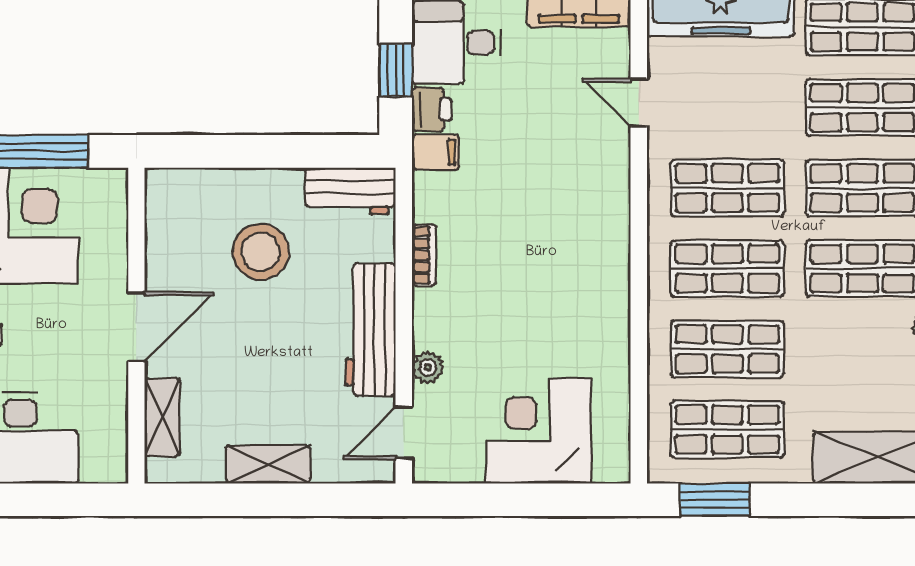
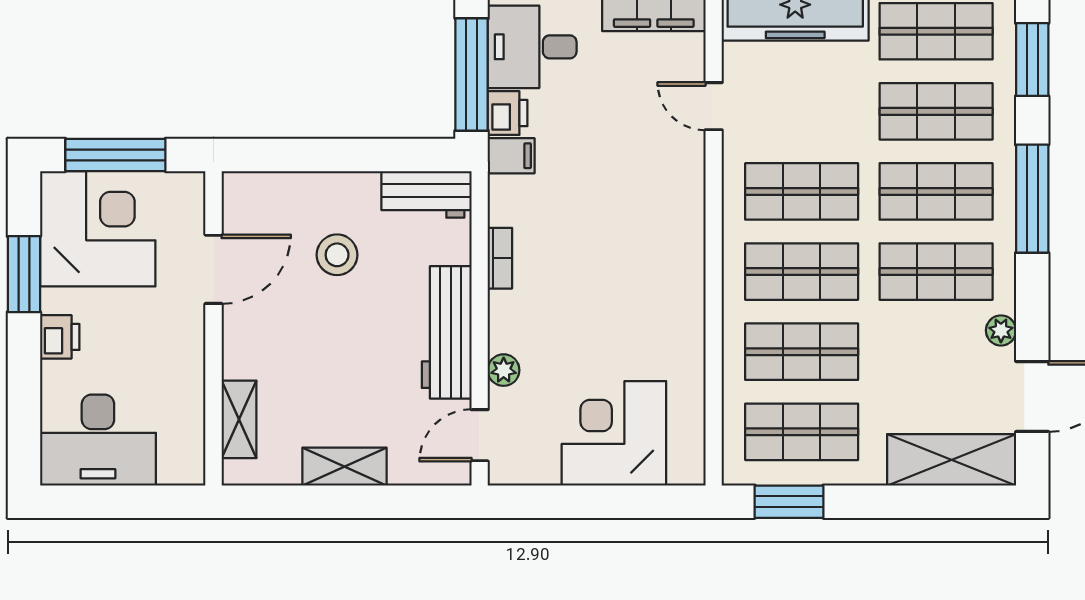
window: (396, 71) -> (472, 74), width x2.17
stool: (261, 252) -> (337, 255), width x0.73, depth x0.73
door: (136, 327) -> (213, 269), moved

